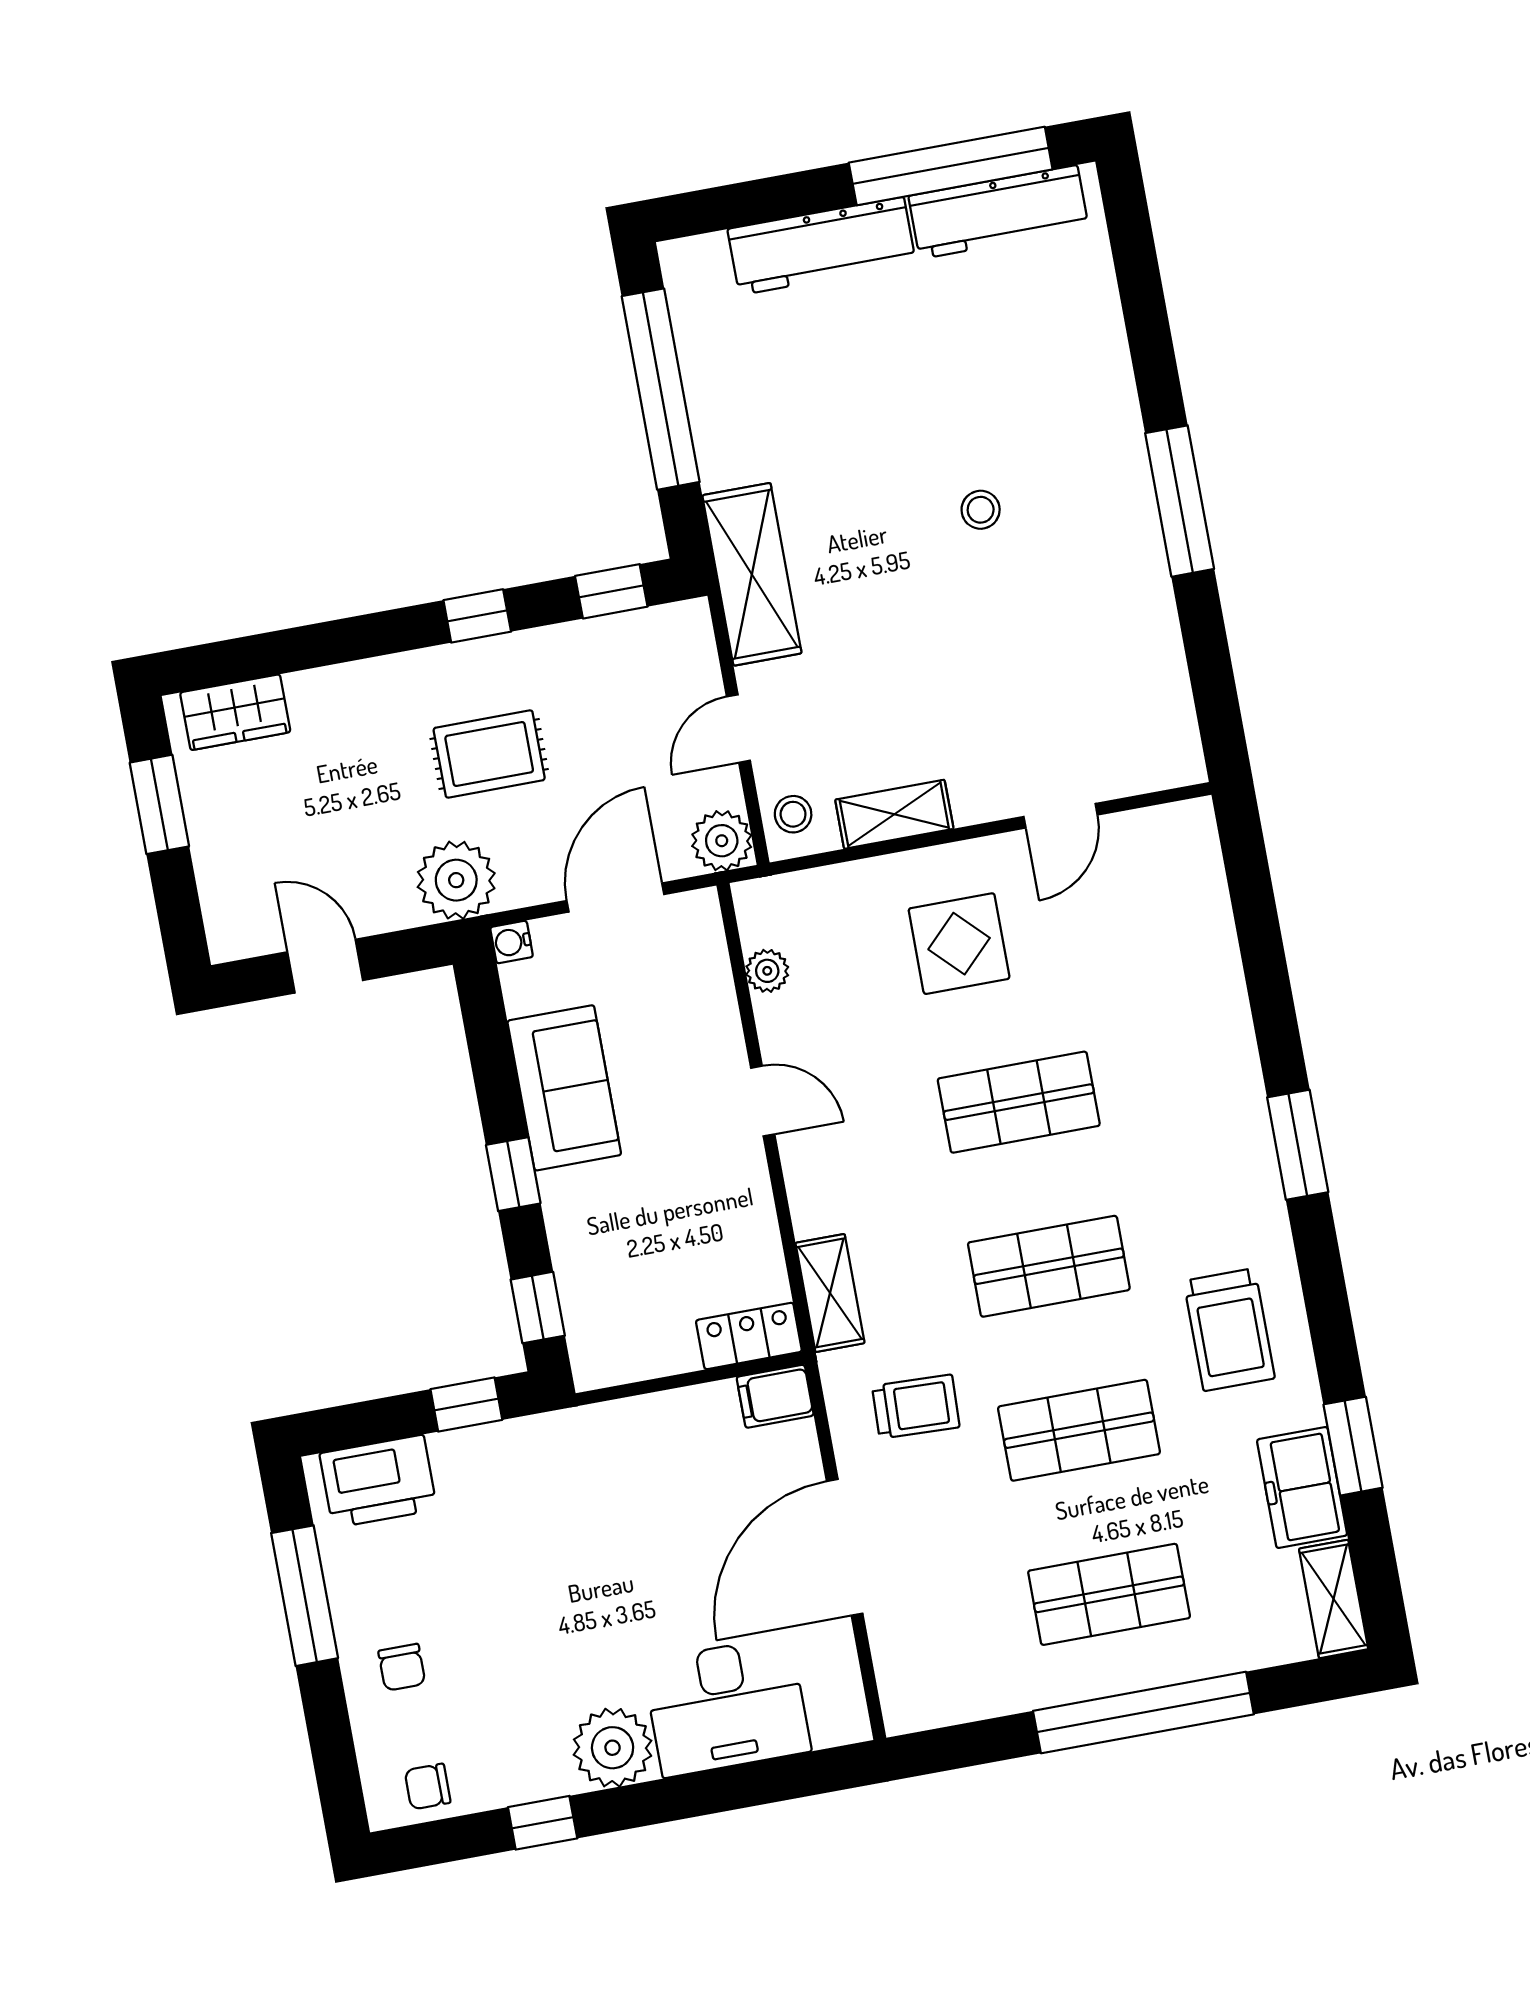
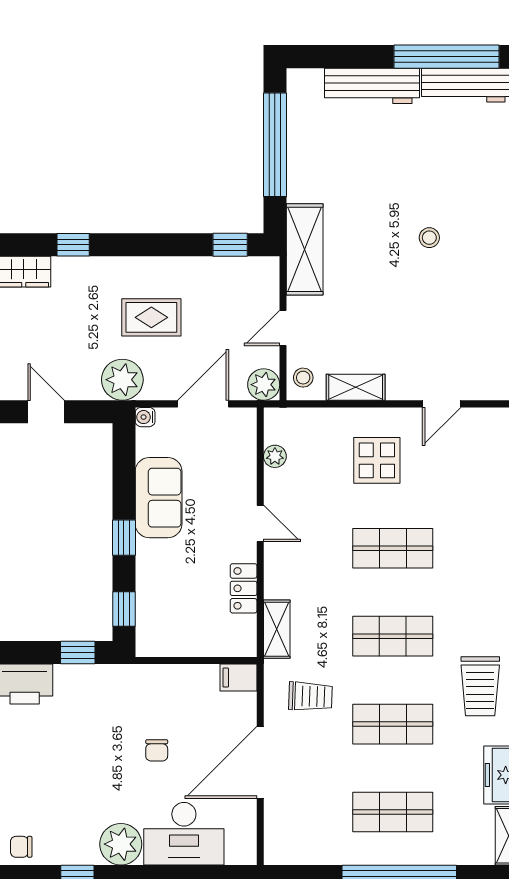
window: (477, 616) -> (73, 245), moved
locker: (749, 1336) -> (244, 588), moved, turned -90
chair: (402, 1667) -> (157, 750), moved

